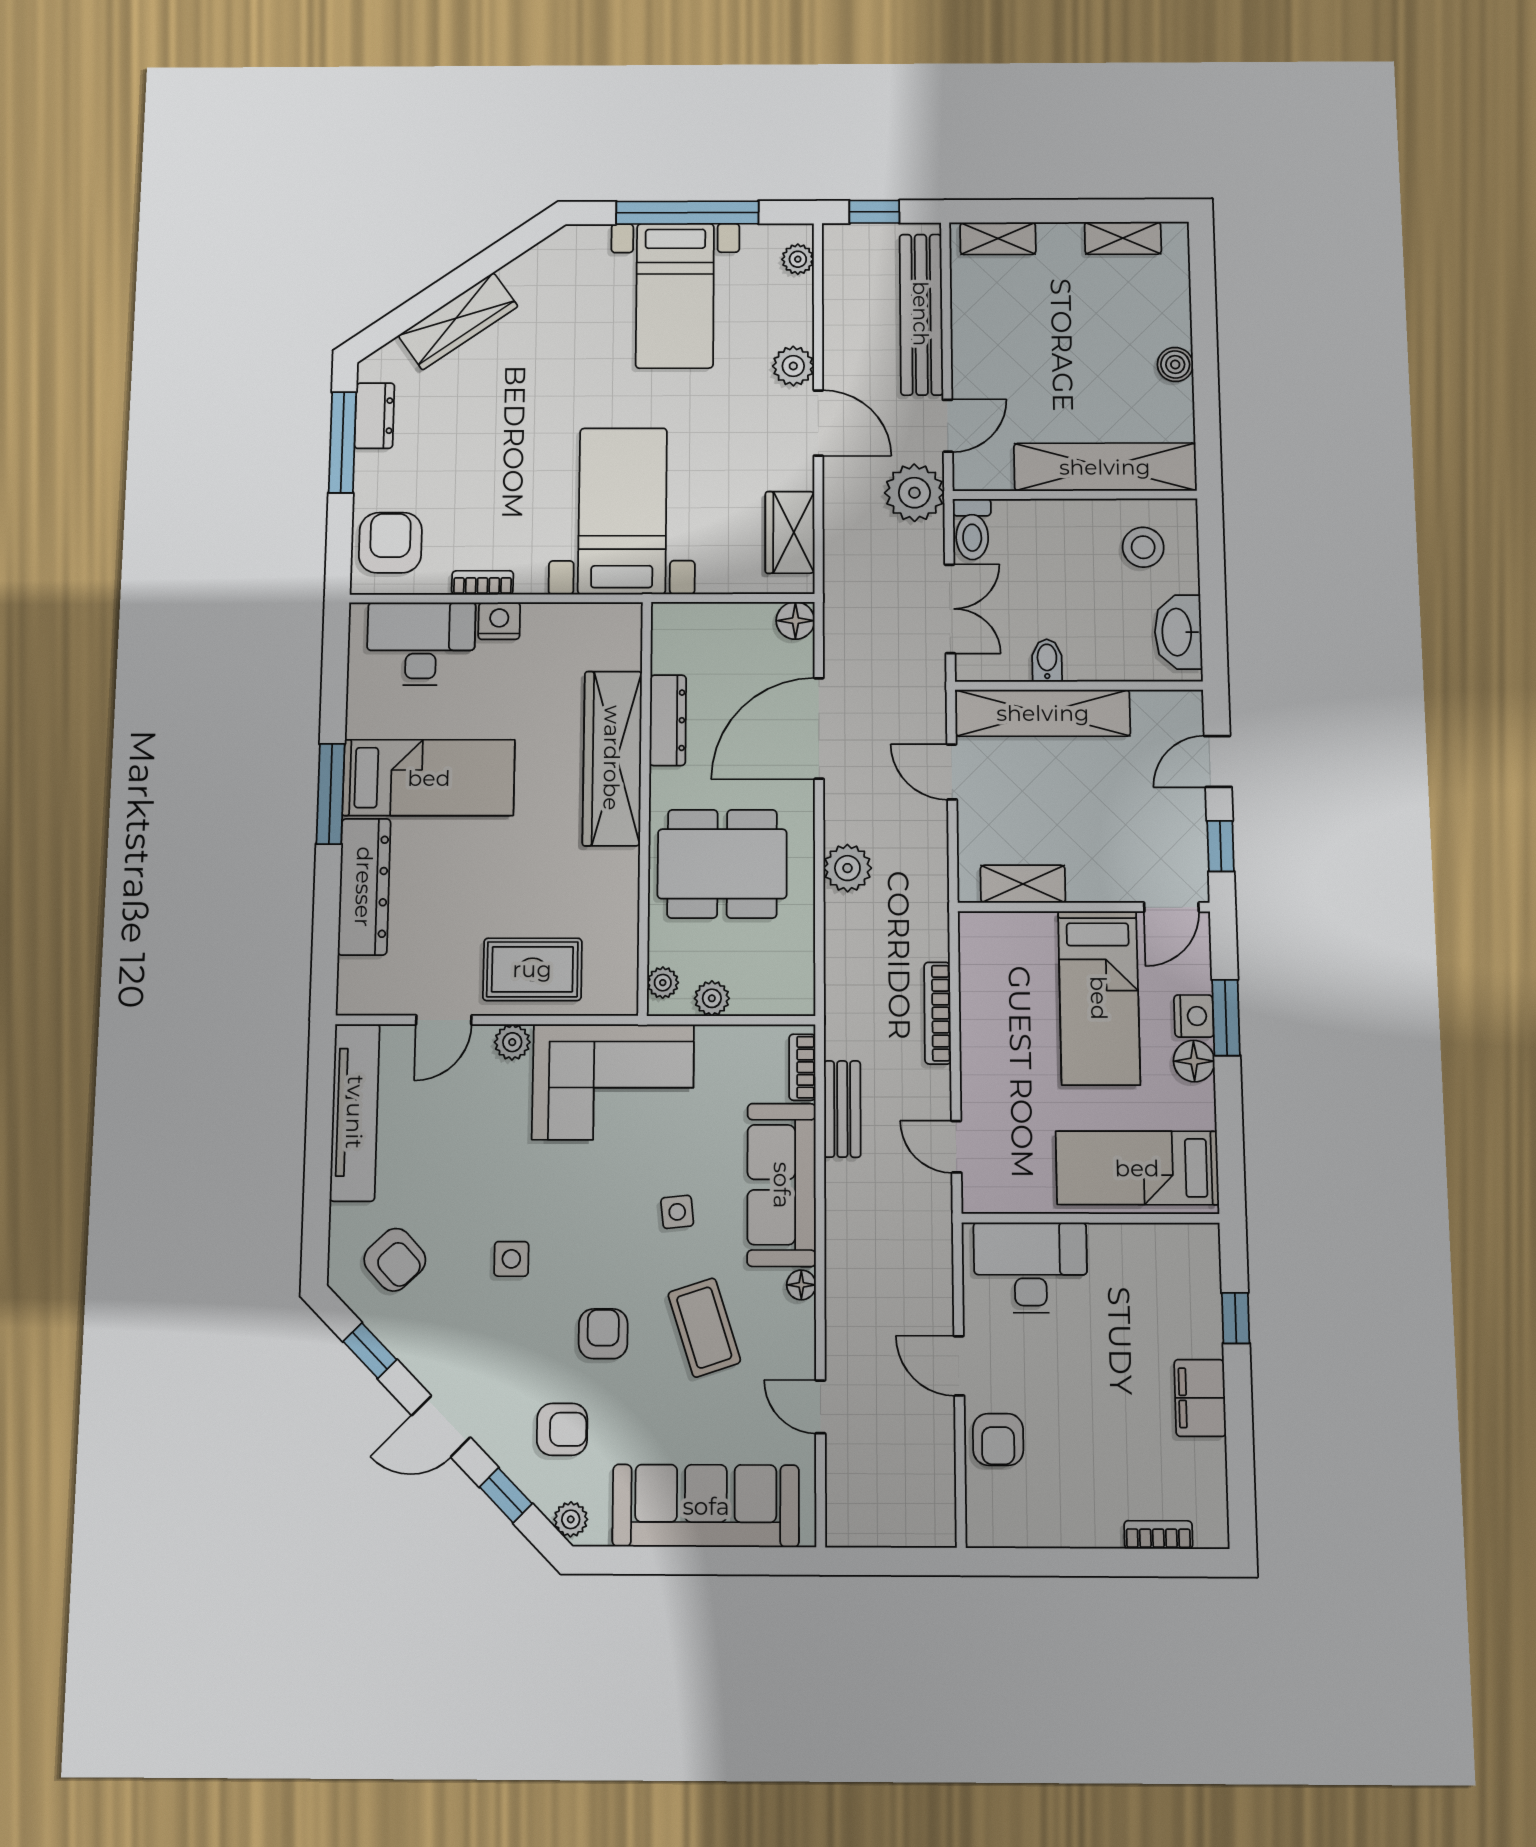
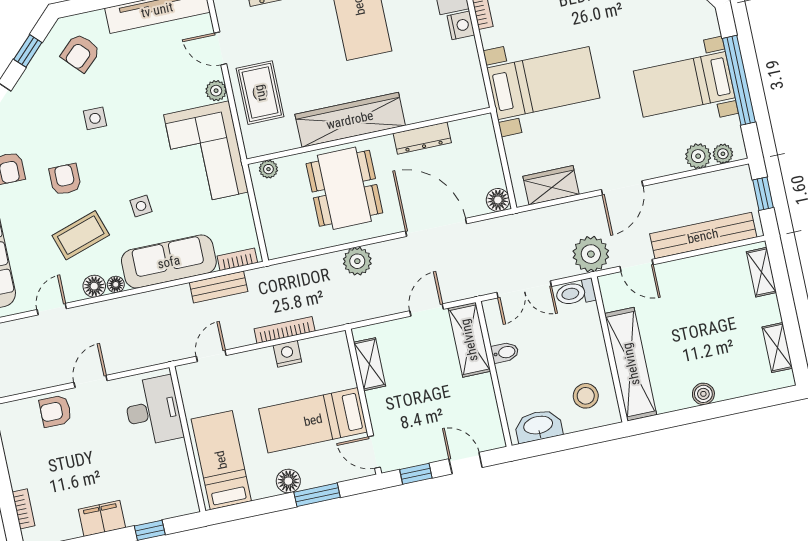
plant: (793, 366) -> (698, 156), moved
shelving: (1043, 713) -> (469, 340), width x0.68
wardrobe: (612, 758) -> (350, 120), moved
plant: (712, 998) -> (265, 199), removed
nightstand: (1194, 1016) -> (287, 354), moved, turned 180
floor lamp: (796, 1323) -> (94, 286), added
armchair: (603, 1334) -> (65, 179), turned -90

